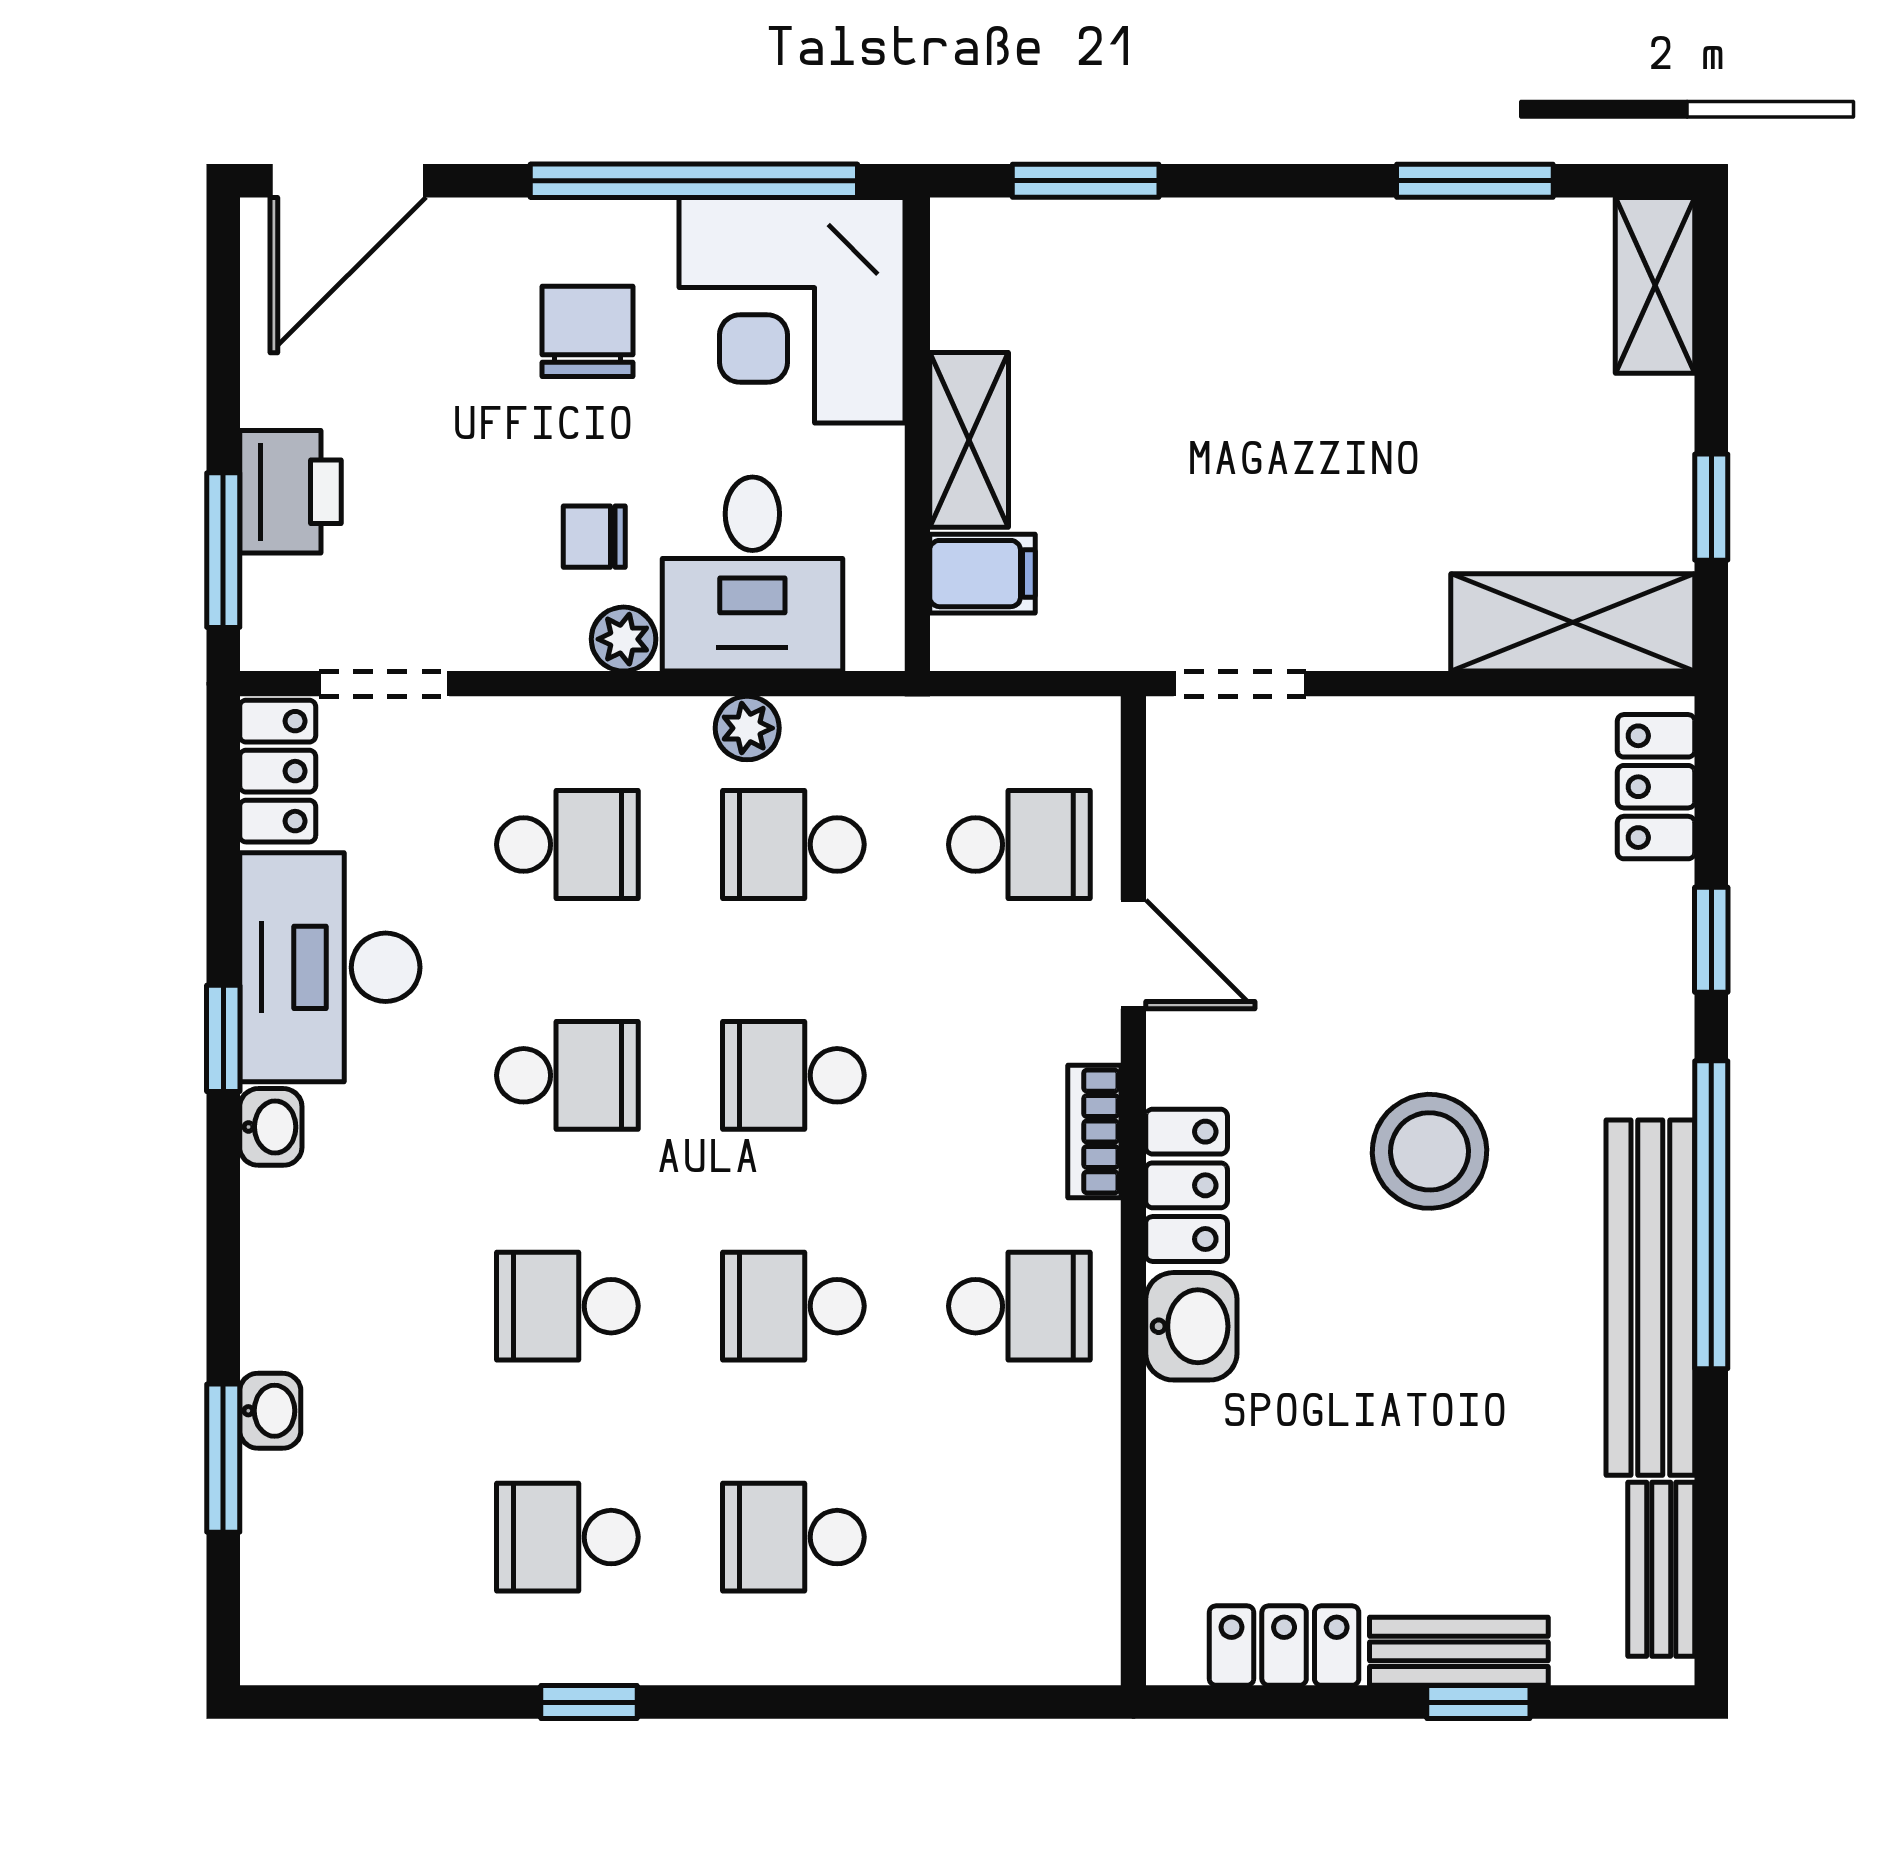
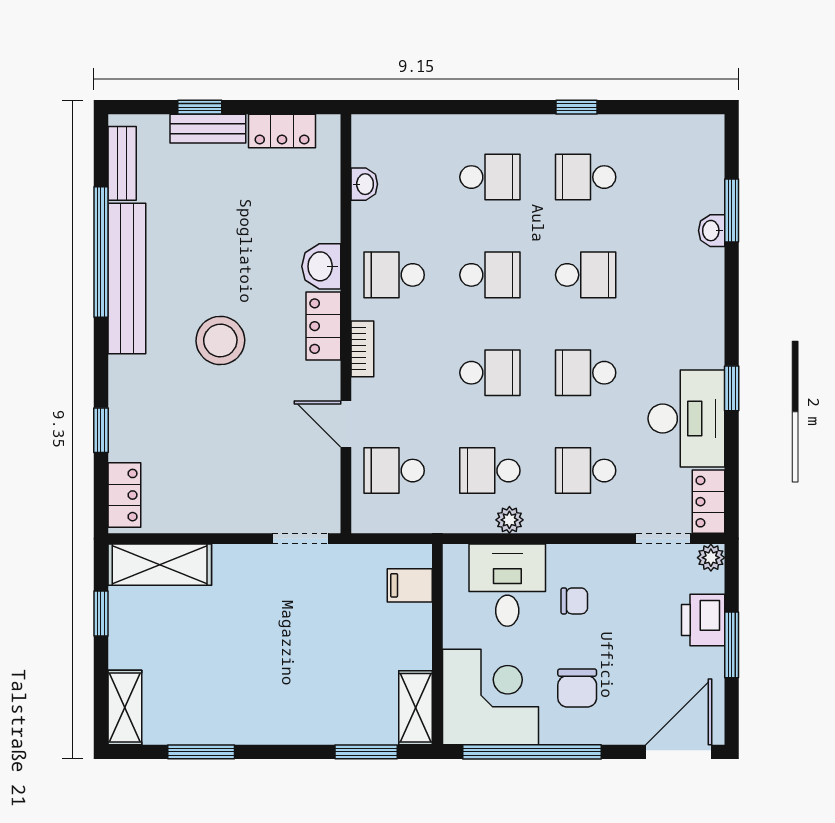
shelving: (969, 440) -> (415, 708), moved
window: (223, 550) -> (732, 645), moved
plant: (624, 639) -> (711, 558), moved
school desk: (793, 844) -> (490, 471), turned 180
washbasin: (271, 1127) -> (364, 184), moved, turned 180
window: (1711, 1215) -> (101, 252), moved
school desk: (567, 1537) -> (586, 177), turned 180

